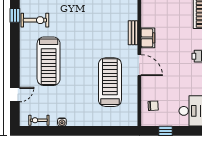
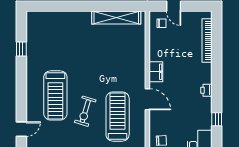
exercise bike: (35, 20) -> (85, 111), moved, turned 107
bench: (133, 33) -> (141, 67), removed

